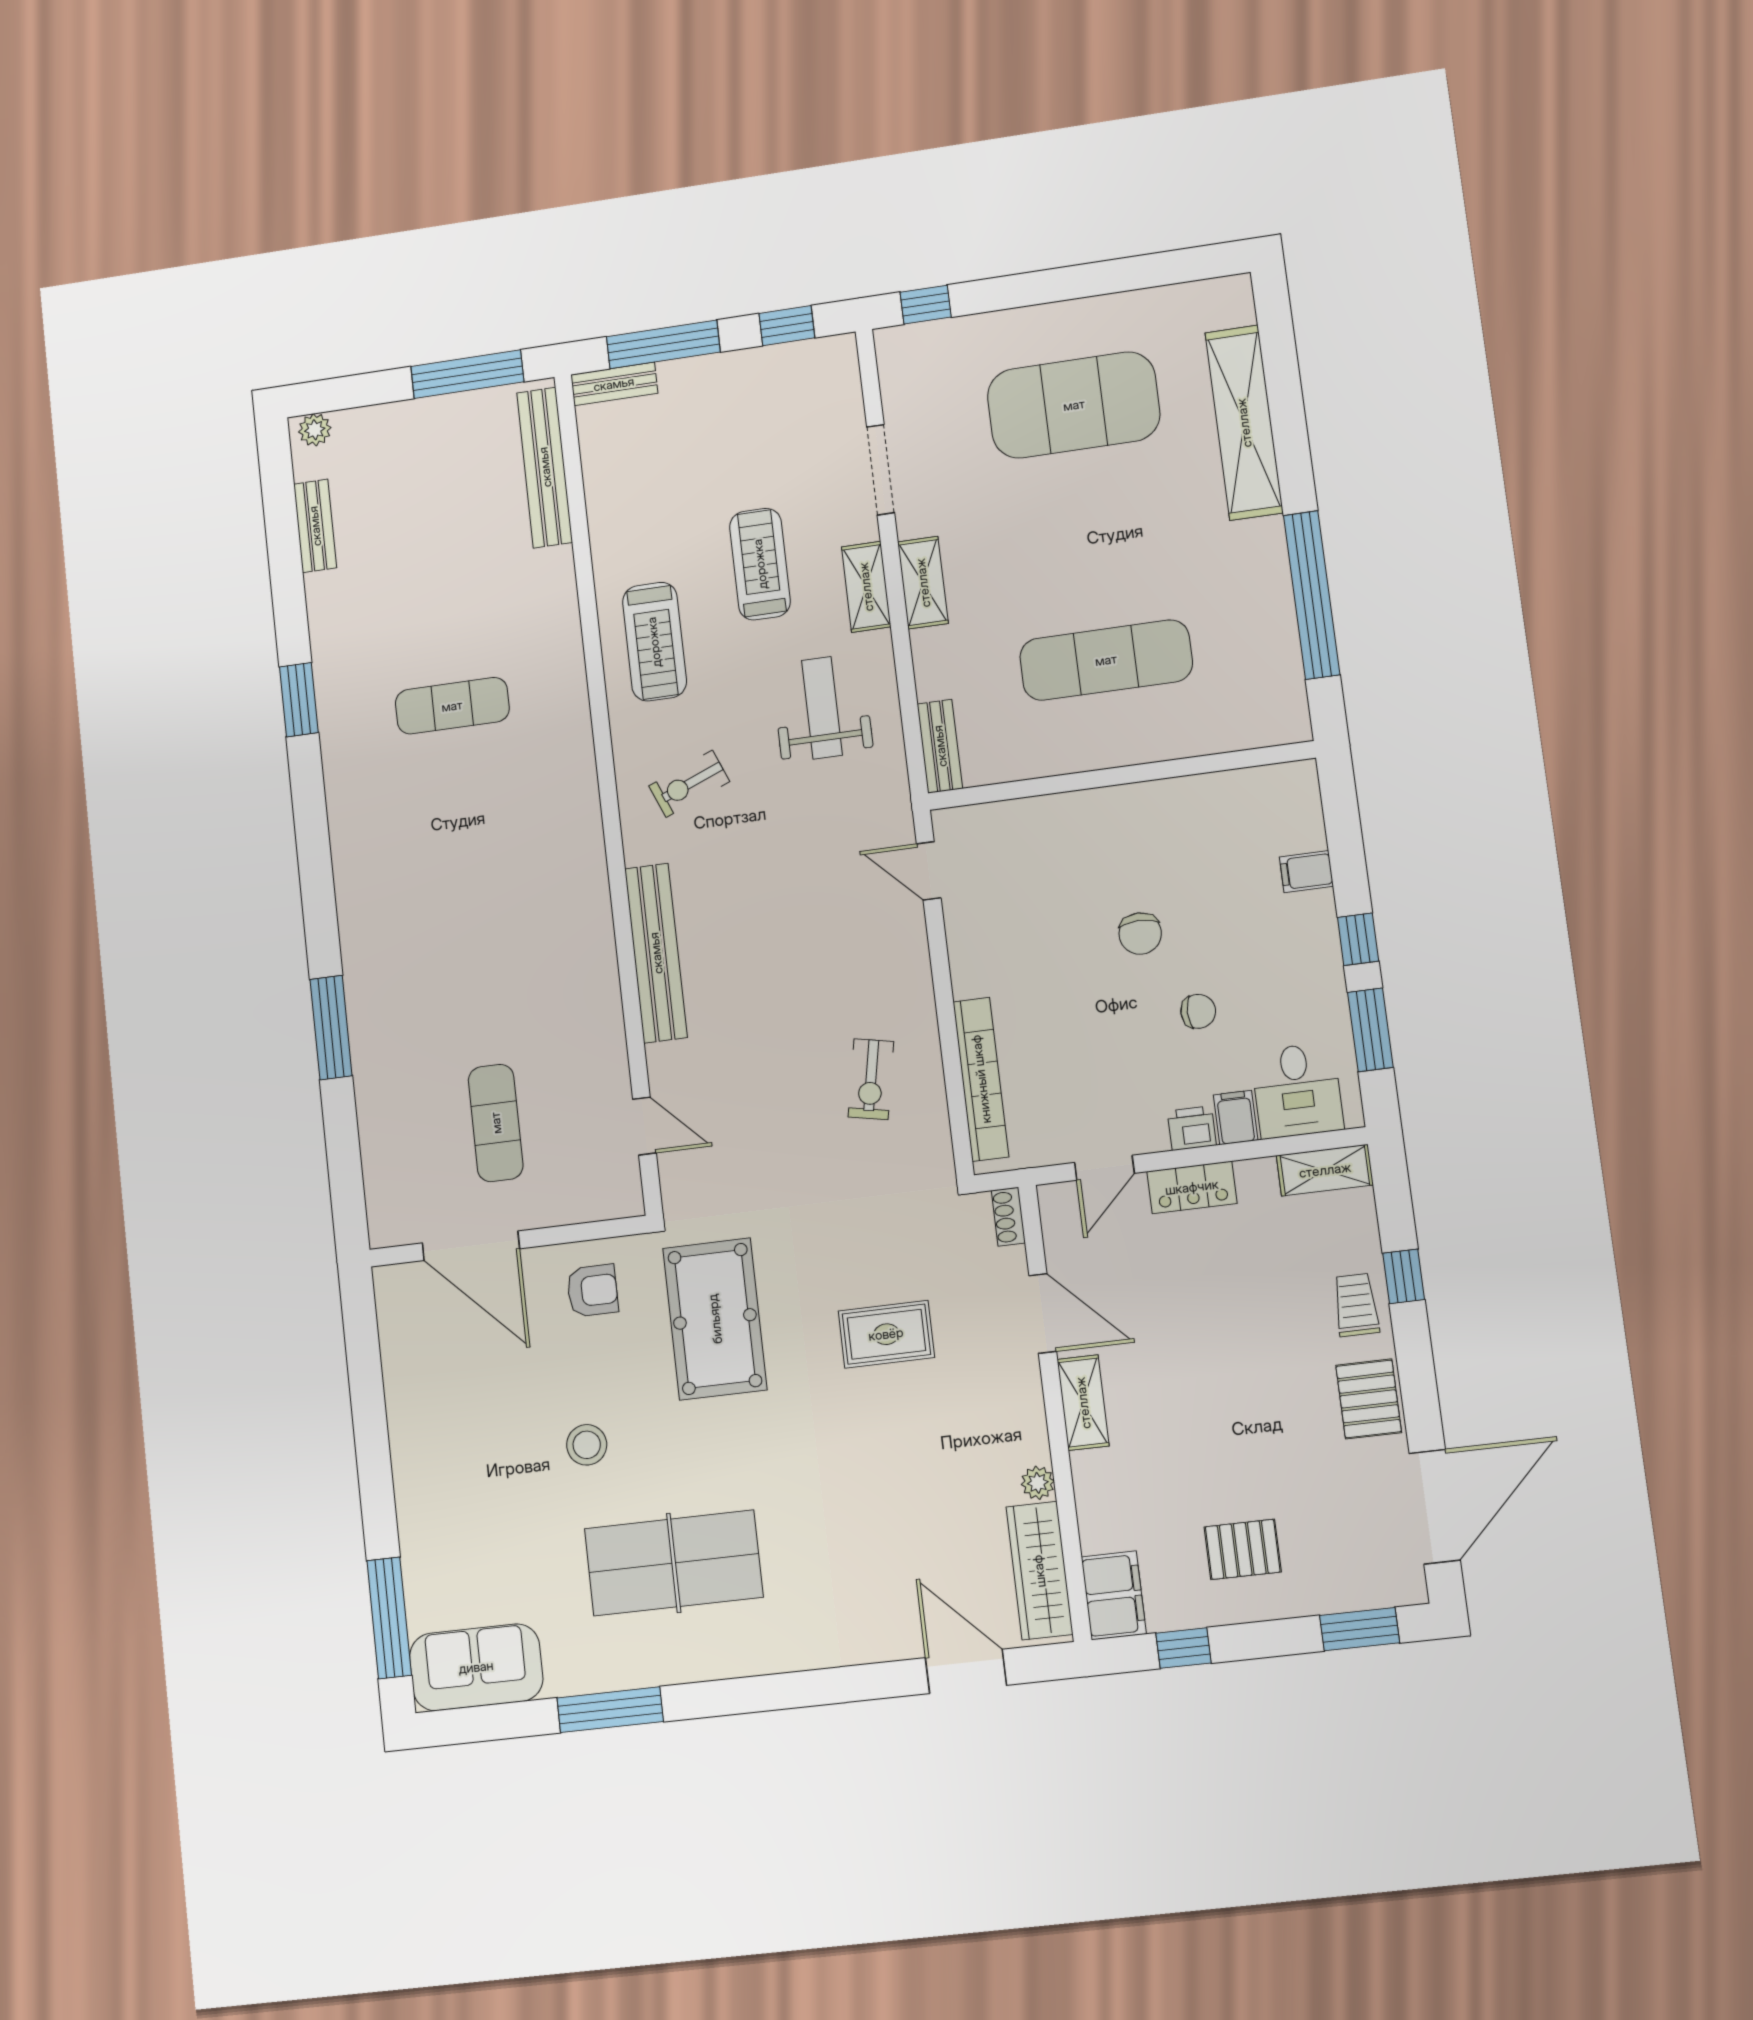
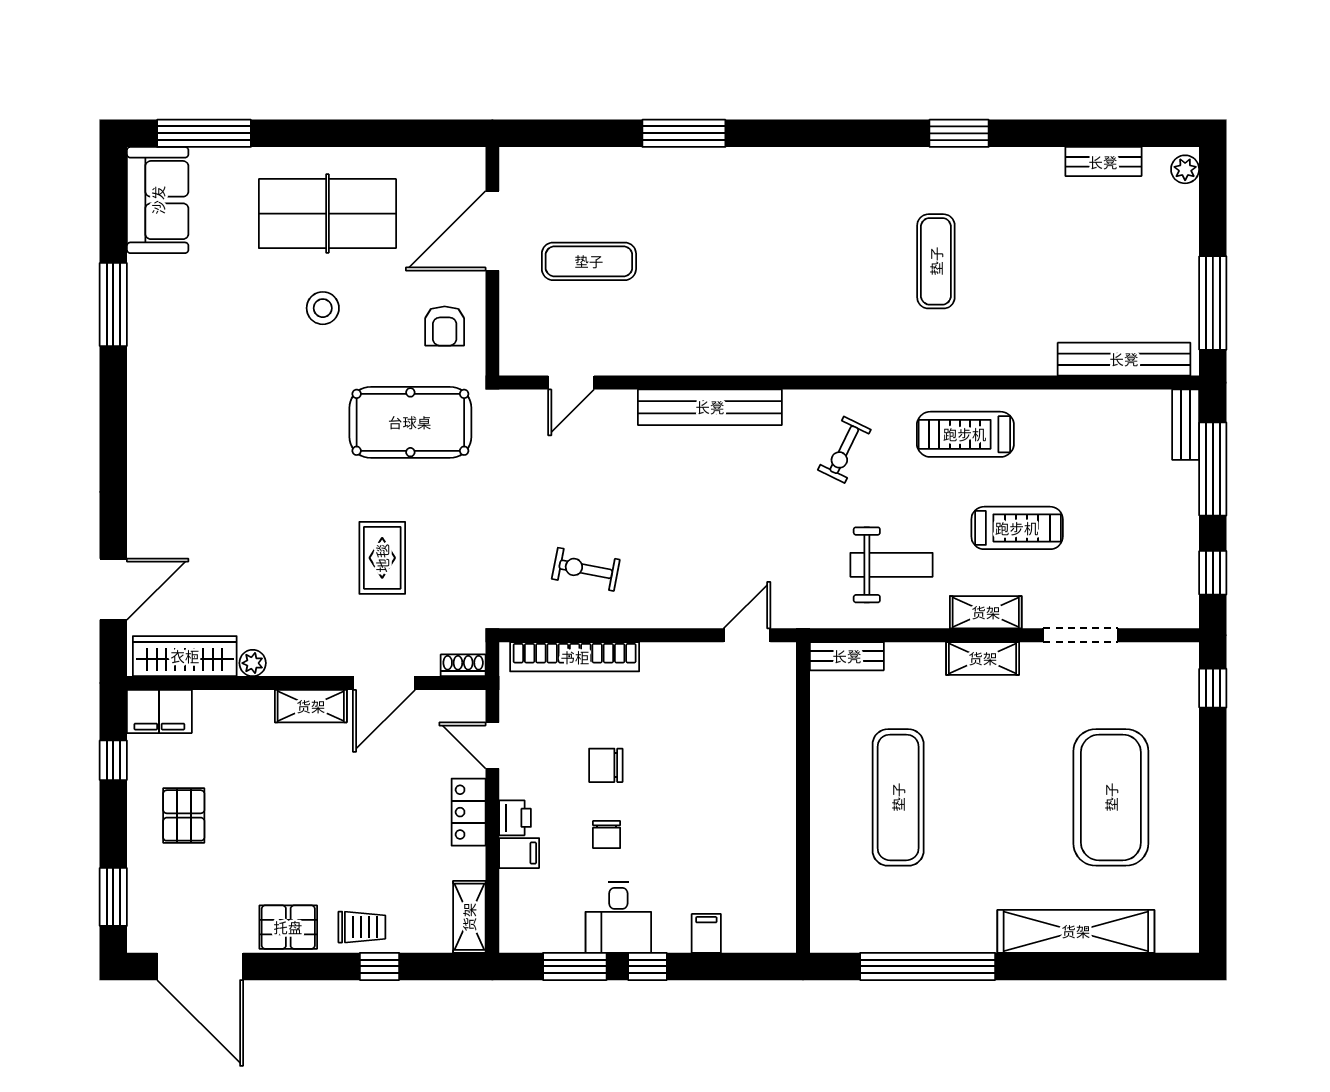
exercise bike: (689, 784) -> (844, 450), turned -132
chair: (1140, 934) -> (606, 765), moved
desk: (1297, 1090) -> (618, 917), moved, turned -90
table tennis table: (674, 1563) -> (327, 214), moved, turned 90

